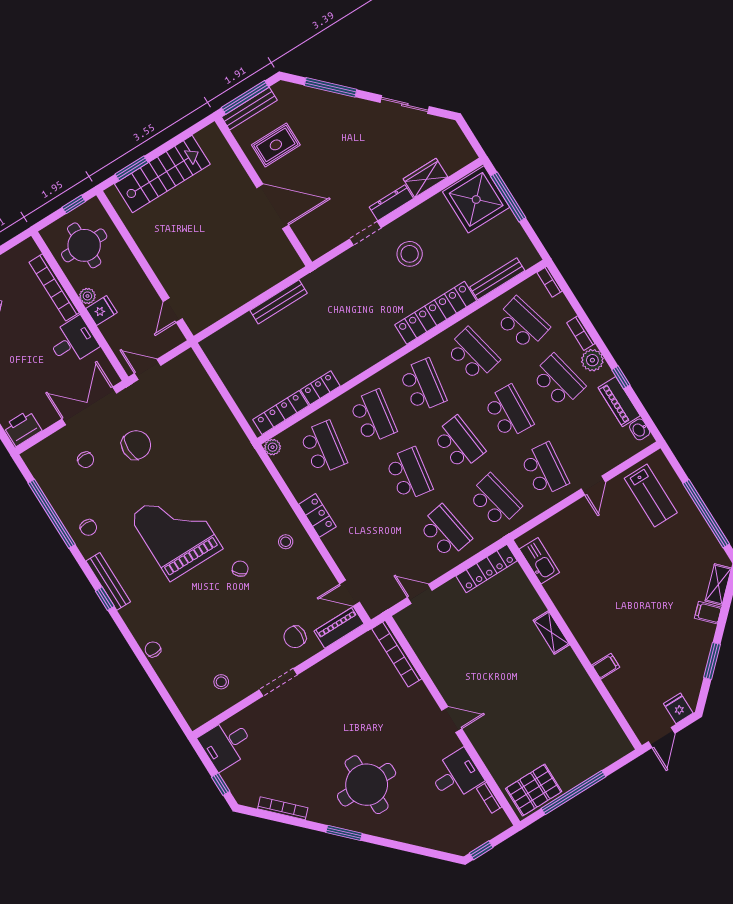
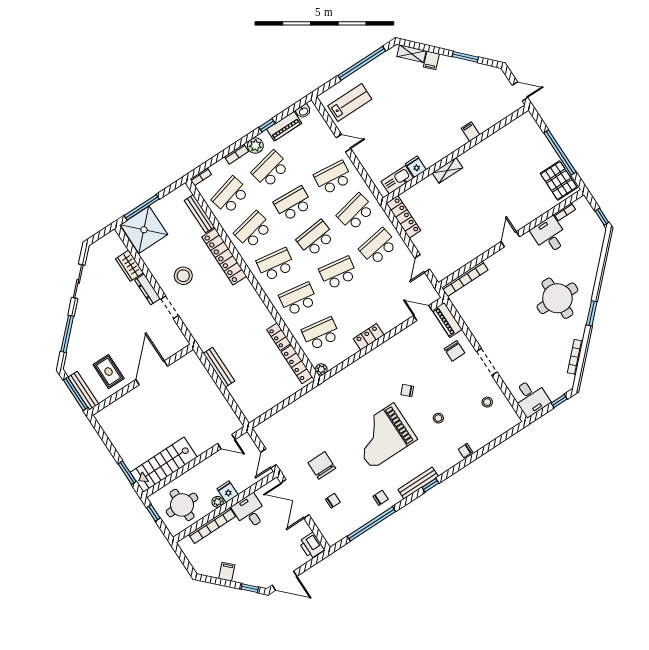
stairs: (162, 174) -> (164, 465), moved, turned -90
stool: (286, 542) -> (438, 418), moved
door: (350, 593) -> (423, 313), swing flipped
fridge: (678, 708) -> (416, 167), moved, turned 90

